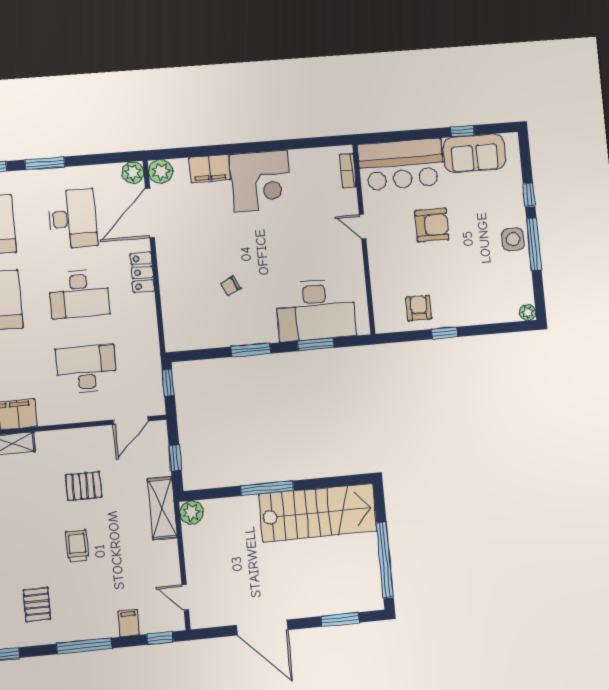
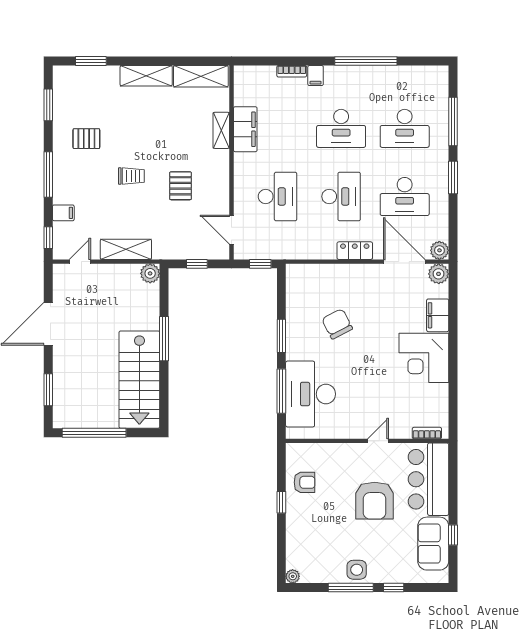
armchair: (432, 225) -> (375, 501), width x1.36, depth x1.36
chair: (231, 286) -> (337, 324), width x1.87, depth x1.87
desk: (79, 294) -> (341, 196), turned 180
window: (316, 344) -> (281, 391), width x1.44
shelving: (162, 508) -> (126, 249), moved

